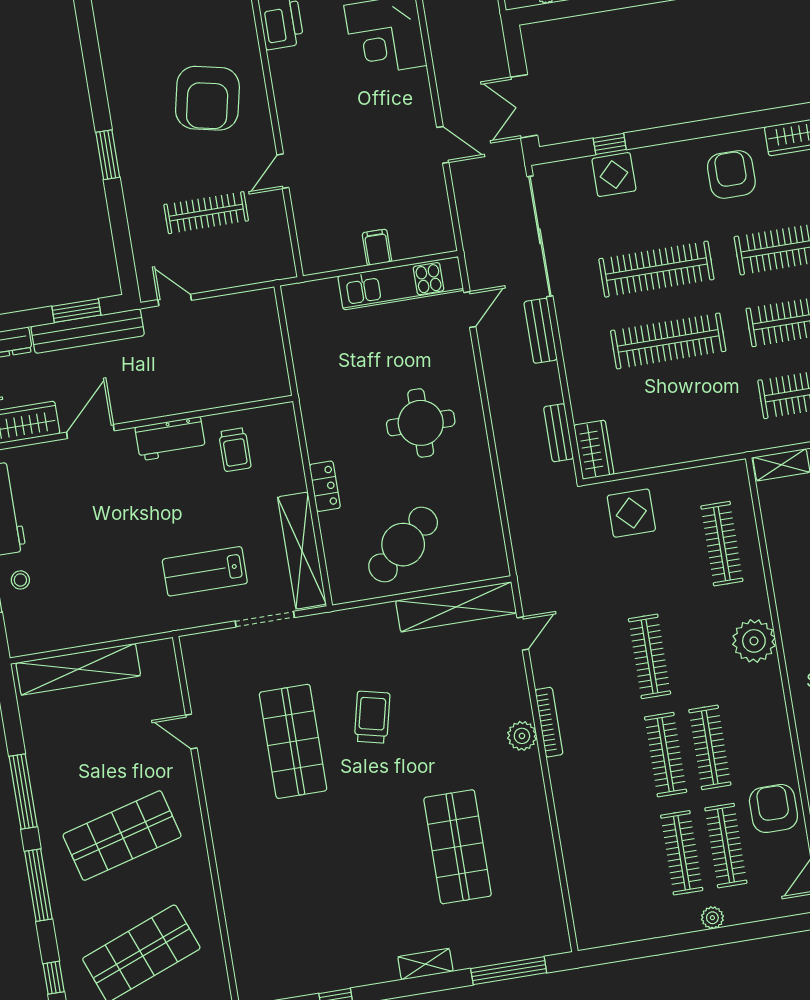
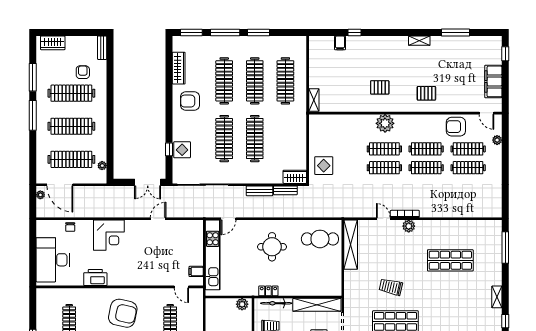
door: (283, 171) -> (181, 287), moved
filing cabinet: (377, 247) -> (196, 271), moved
kitchen unit: (401, 283) -> (213, 255), width x1.36
door: (470, 310) -> (228, 219), swing flipped
bench: (540, 331) -> (260, 191), moved
plant: (275, 375) -> (242, 304), added
bicycle: (290, 455) -> (276, 303), added
locker: (325, 486) -> (268, 291), moved
clothes rail: (722, 544) -> (384, 149), moved
cafe table: (403, 545) -> (320, 239), moved, turned -50
door: (523, 634) -> (383, 219), moved
plant: (712, 918) -> (497, 140), moved
shelving: (425, 964) -> (497, 297), moved

